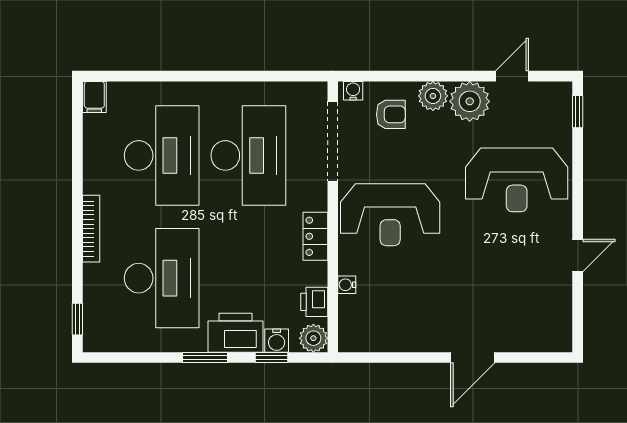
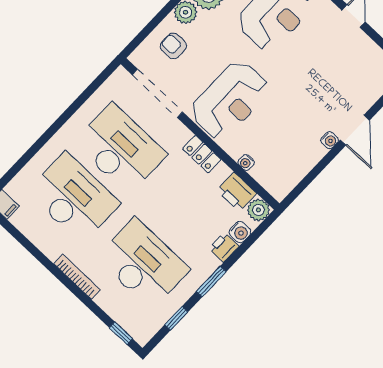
water cooler: (353, 91) -> (330, 140), moved, turned 180
armchair: (391, 114) -> (173, 46), turned -90
printer: (314, 302) -> (237, 192), width x1.36, depth x1.24
printer: (235, 333) -> (224, 247), width x0.53, depth x0.68
window: (271, 358) -> (176, 318), moved

